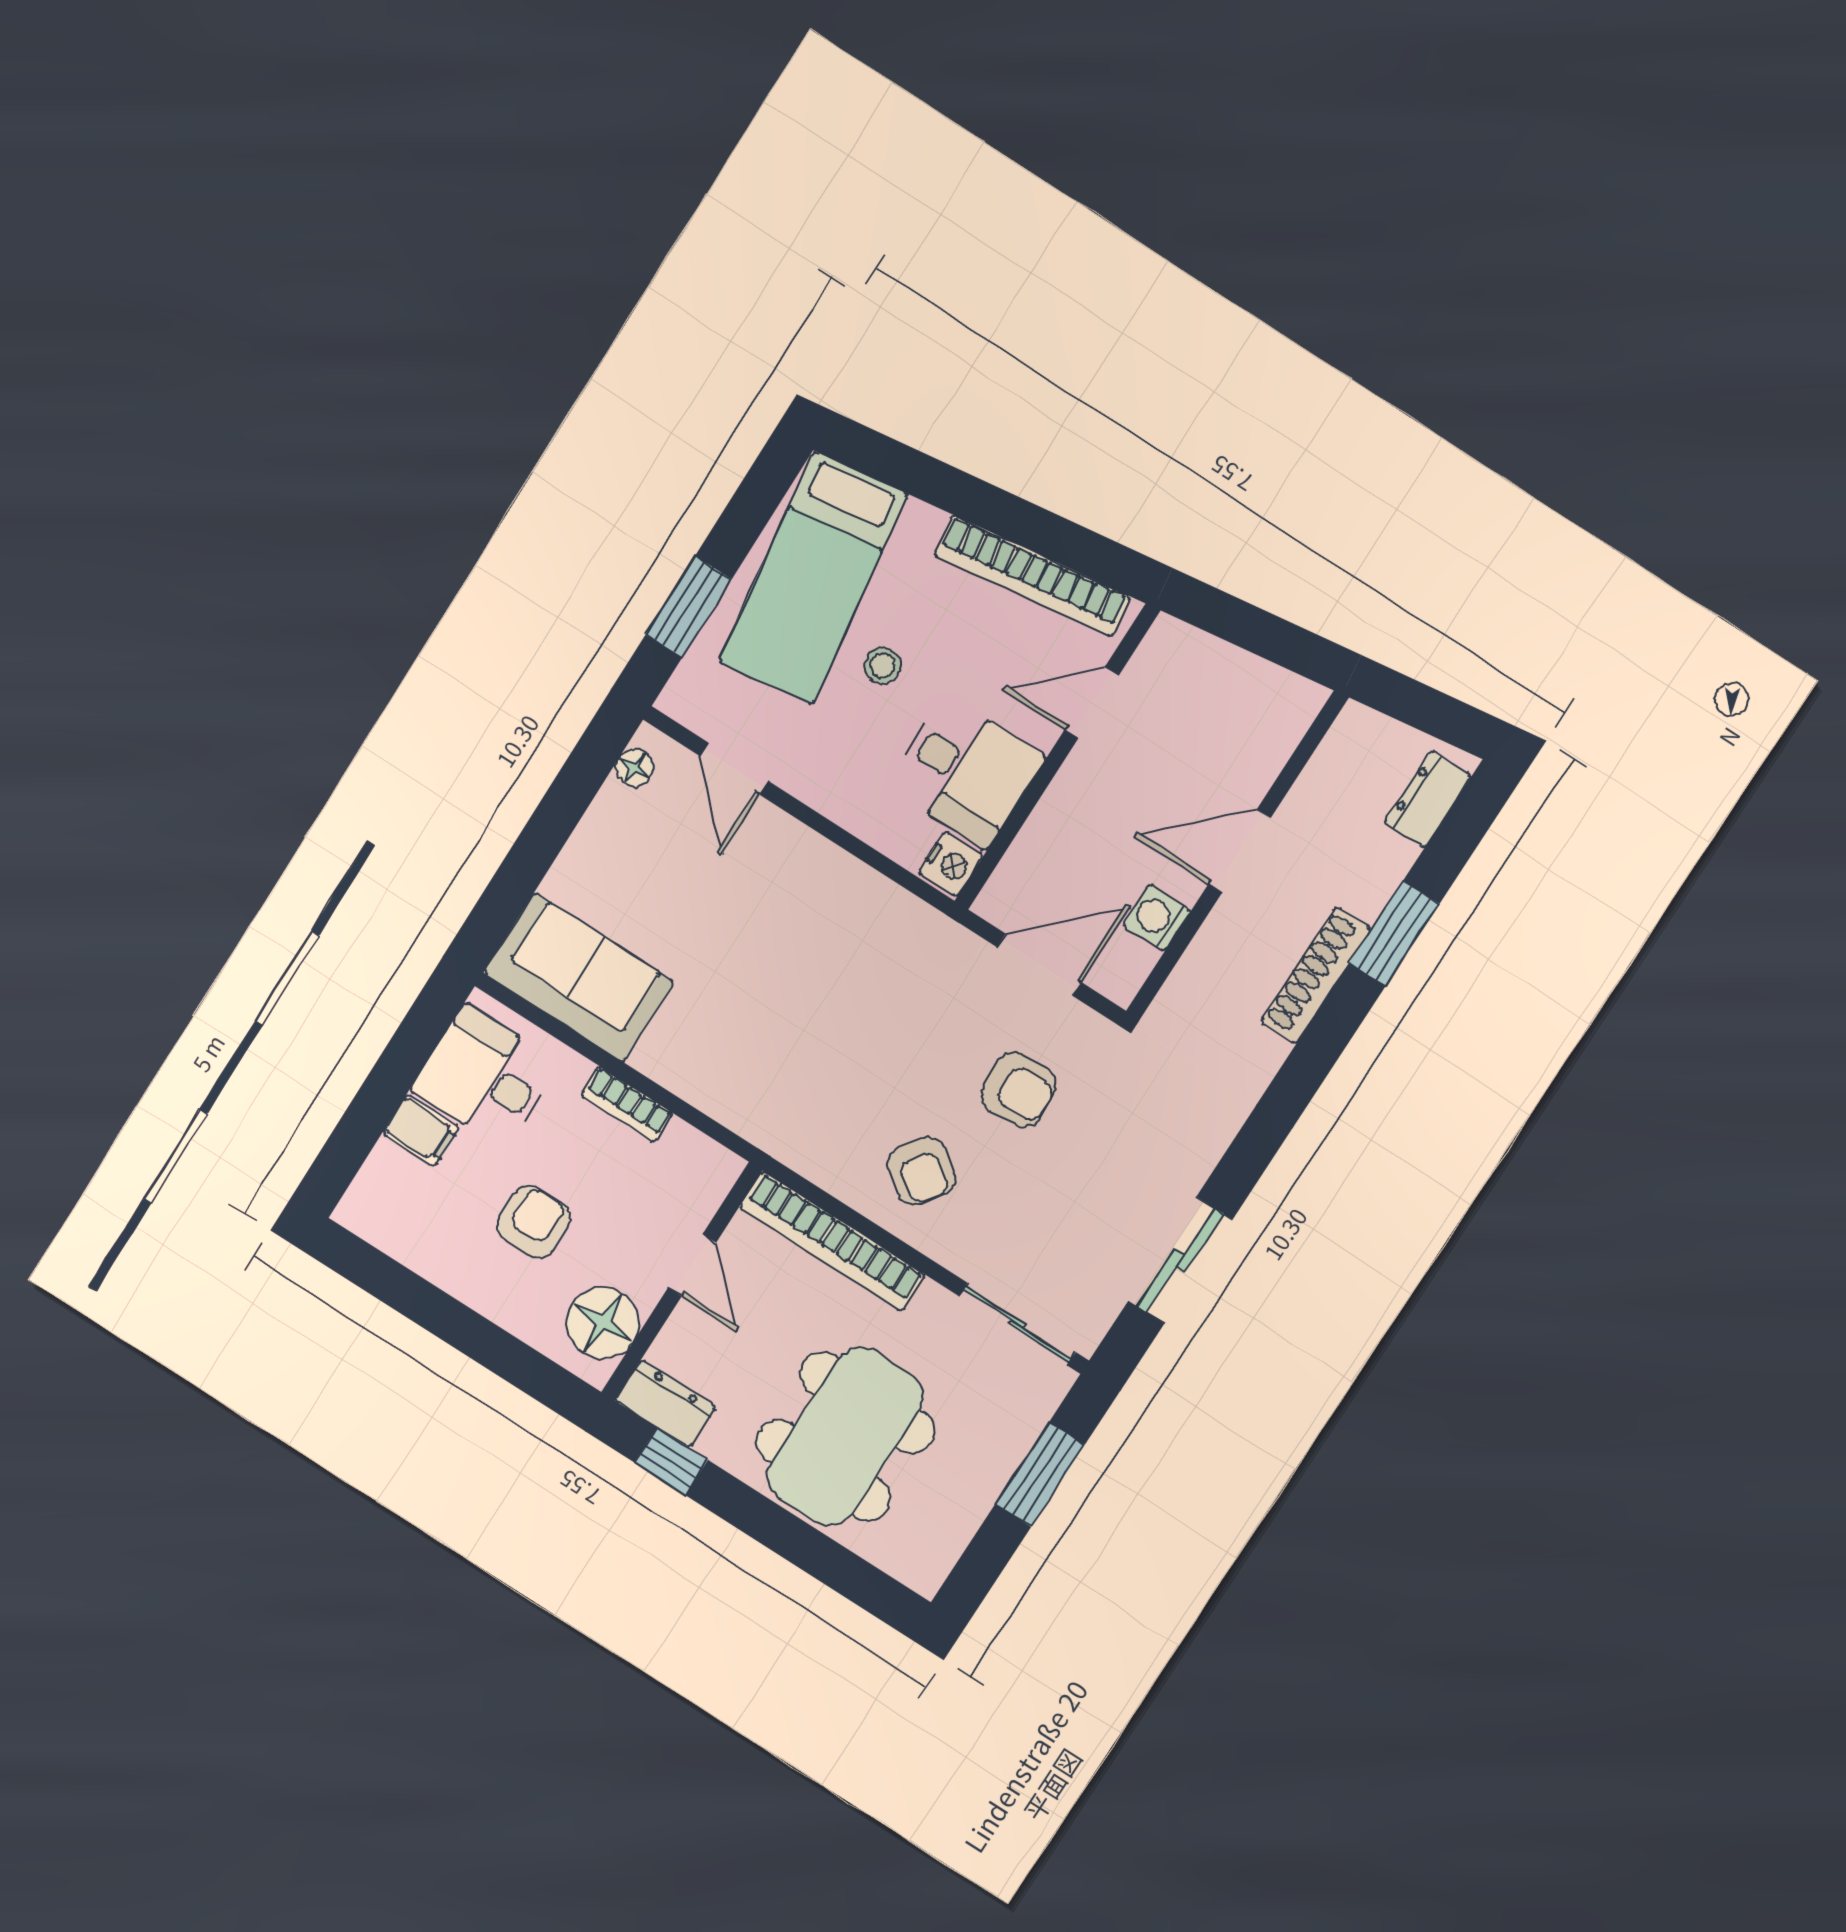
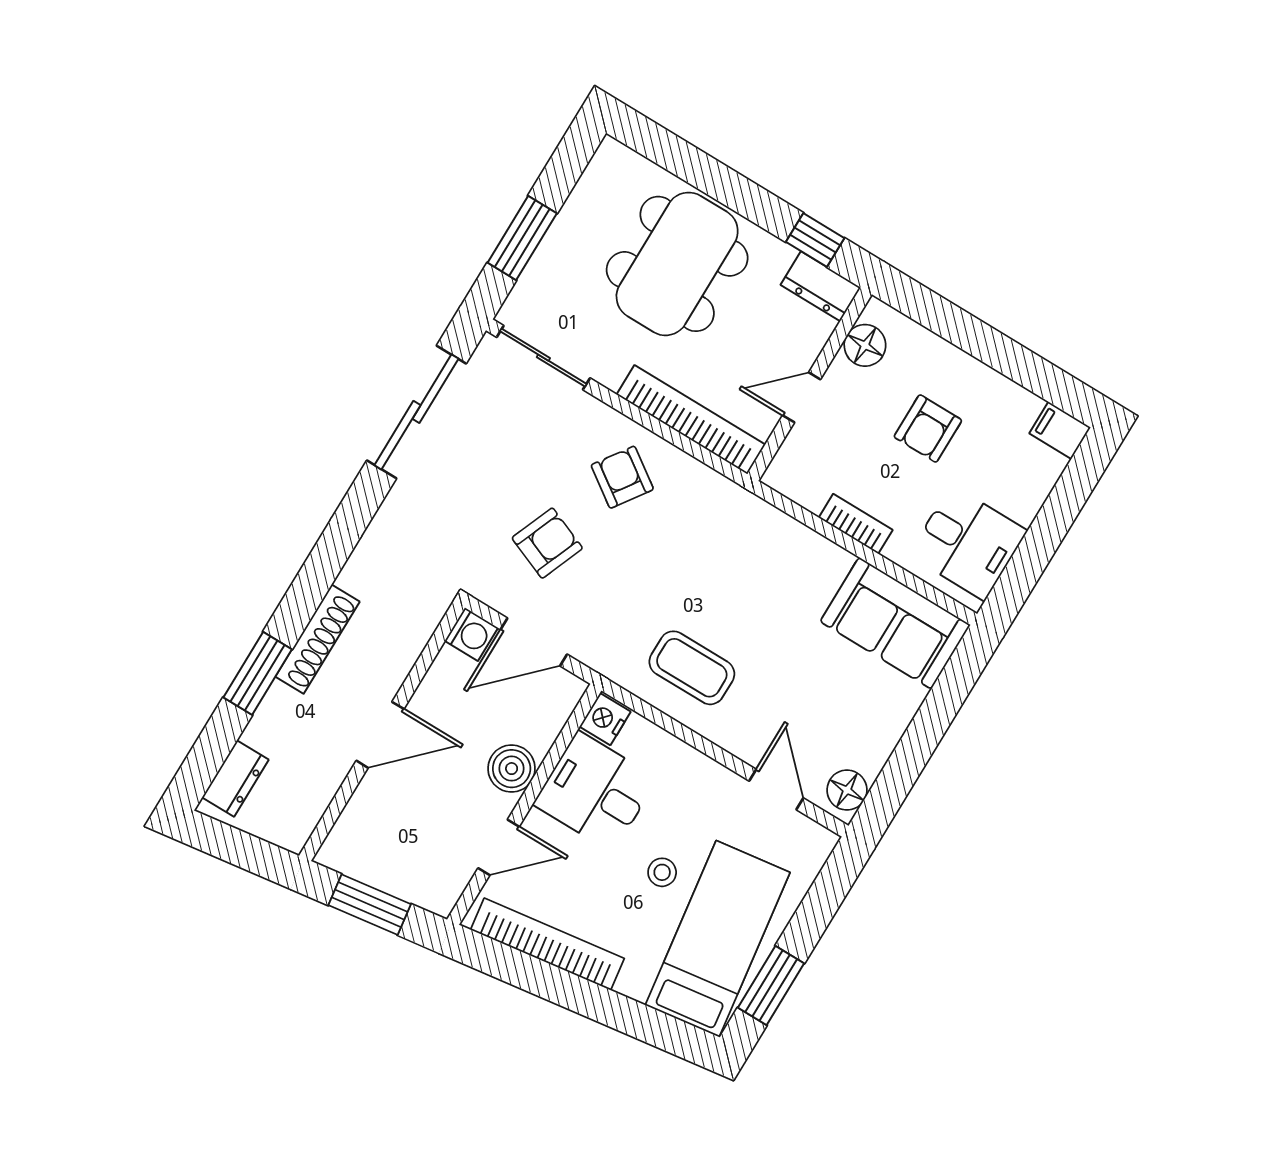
window: (689, 607) -> (771, 986), moved
window: (1260, 632) -> (370, 905), added
floor lamp: (635, 768) -> (847, 790), width x1.37, depth x1.37
boiler: (1072, 804) -> (512, 769), added
washing machine: (1157, 918) -> (471, 634), moved
coffee table: (838, 927) -> (692, 668), added
armchair: (1019, 1090) -> (547, 543), turned 115
filing cabinet: (421, 1130) -> (1060, 430), moved
sliding door: (1180, 1260) -> (416, 412), width x1.37
door: (692, 1265) -> (802, 397), hinge flipped
floor lamp: (603, 1323) -> (865, 345), width x0.73, depth x0.73

